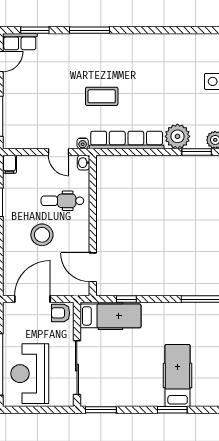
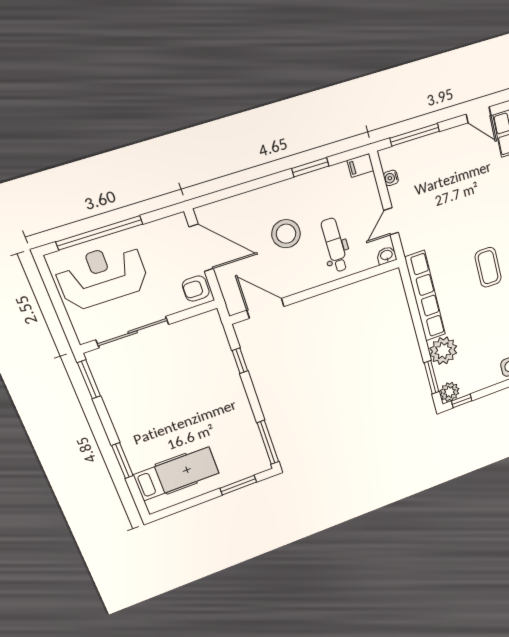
coffee table: (102, 96) -> (488, 267), moved
water cooler: (83, 143) -> (391, 178), moved
door: (93, 267) -> (265, 308), hinge flipped
armchair: (61, 313) -> (196, 289), turned -90
hospital bed: (110, 316) -> (213, 349), removed
hospital bed: (178, 375) -> (176, 474), moved

